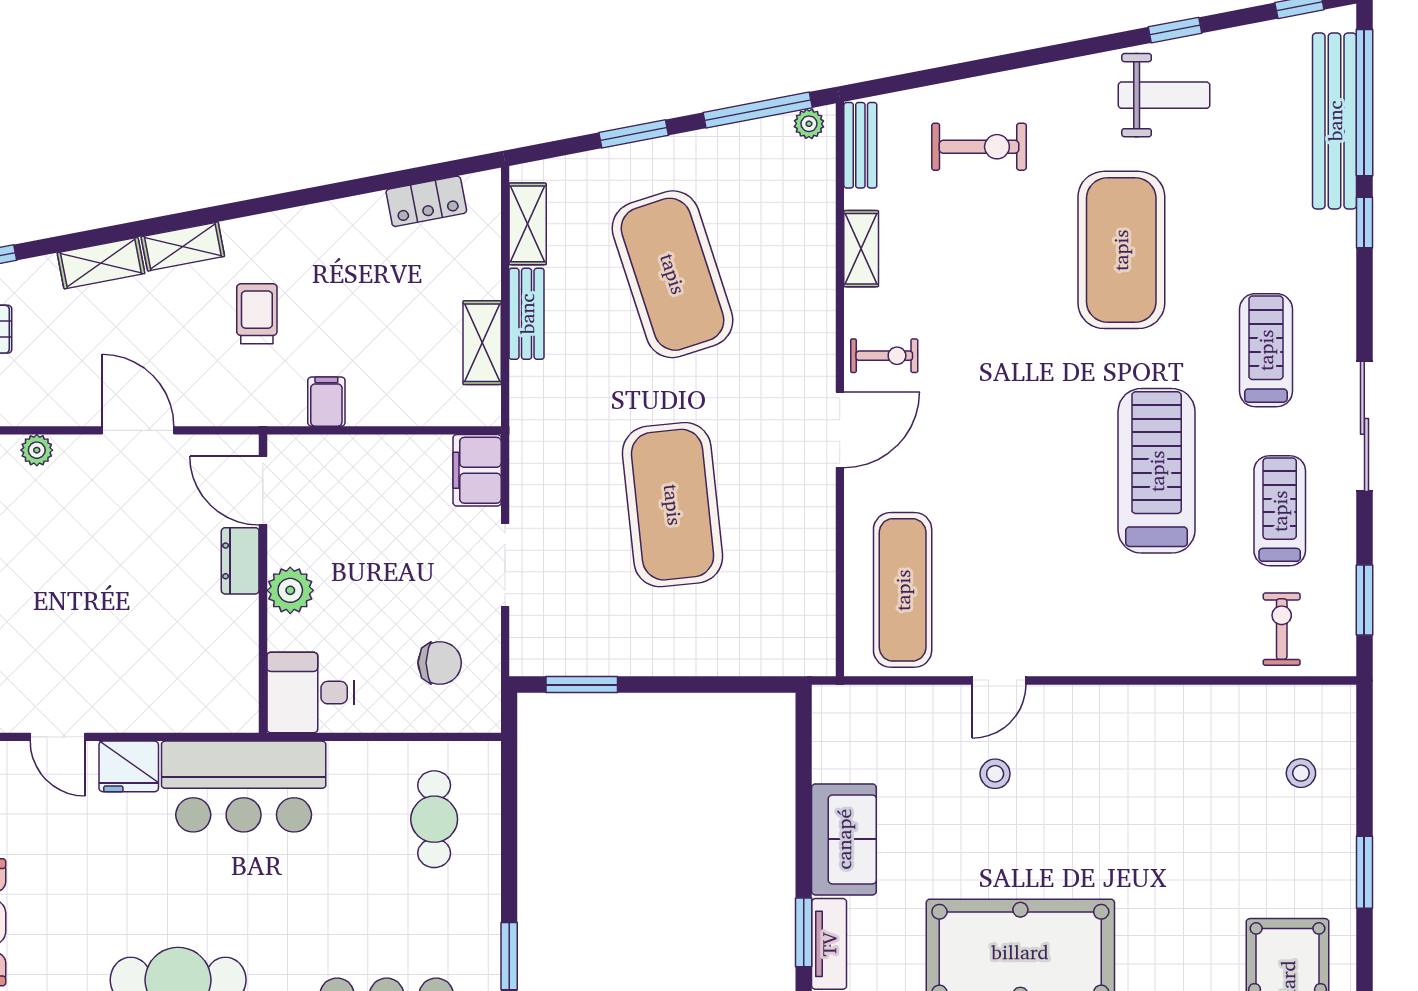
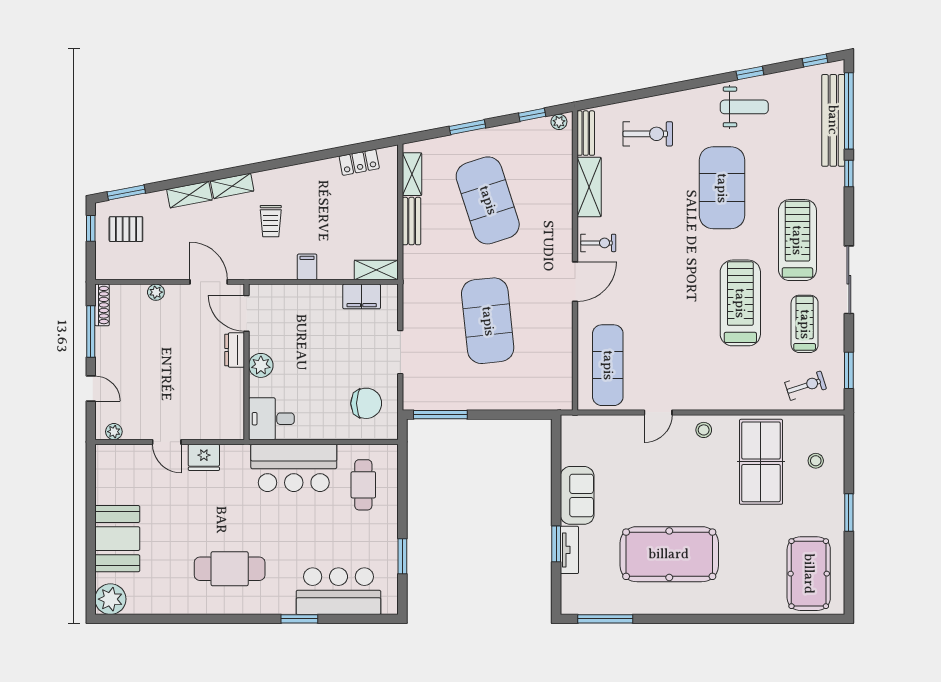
window: (758, 110) -> (532, 115), width x0.46
shelving: (861, 249) -> (589, 187), width x1.50, depth x1.33
trolley: (257, 314) -> (271, 221), turned 180
shelving: (482, 343) -> (376, 270), moved, turned 90
treadmill: (1266, 350) -> (797, 240), width x1.37, depth x1.38
filing cabinet: (477, 470) -> (362, 296), moved, turned -90
door: (263, 491) -> (247, 313), moved
dresser: (240, 561) -> (235, 350), moved
wall: (263, 584) -> (247, 362), moved
plant: (290, 590) -> (261, 365), moved
exercise bike: (1282, 629) -> (806, 386), turned 72
chair: (440, 663) -> (366, 403), width x1.37, depth x1.37
window: (582, 685) -> (440, 415), width x1.44
desk: (311, 693) -> (271, 419), moved
stool: (995, 774) -> (704, 430), moved
table tennis table: (1196, 775) -> (761, 462), added
bar counter: (244, 787) -> (294, 468), moved

